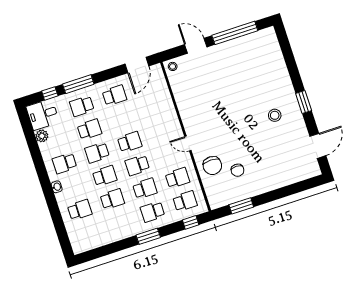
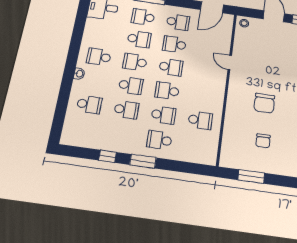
plant: (42, 136) -> (92, 24), removed
door: (188, 144) -> (230, 63), moved
chair: (212, 166) -> (264, 103), moved
school desk: (185, 201) -> (174, 44), moved, turned 180
window: (191, 222) -> (107, 156), moved

